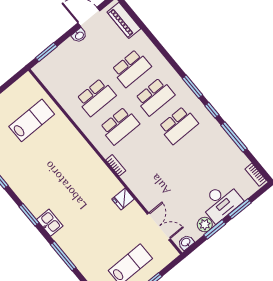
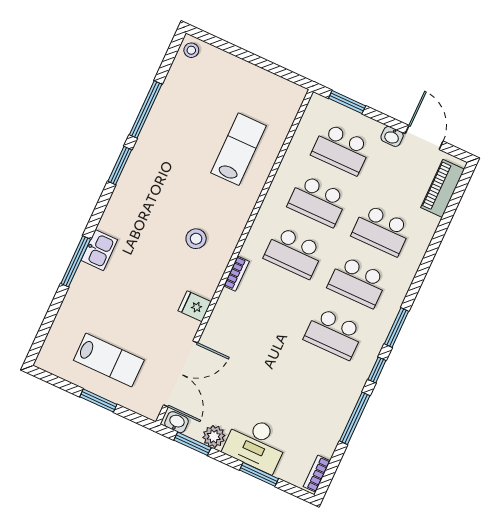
school desk: (72, 69) -> (341, 149), added
lab bench: (32, 120) -> (239, 149), moved, turned -90
stool: (84, 179) -> (196, 239), added
window: (29, 215) -> (120, 165), moved
kitchen sink: (50, 223) -> (99, 250), moved
double door: (159, 226) -> (181, 374), width x1.37
window: (215, 229) -> (193, 444), moved

